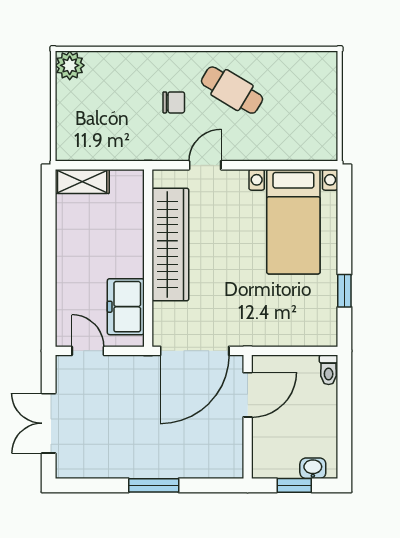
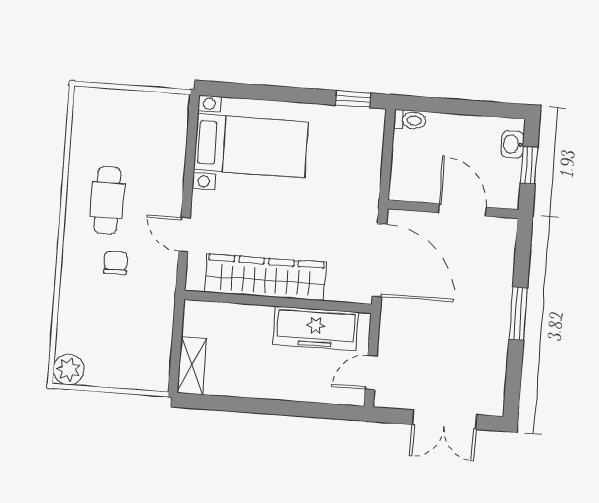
cafe table: (232, 90) -> (107, 200), turned -31
window: (344, 291) -> (353, 99), moved
freezer: (126, 307) -> (316, 328), width x1.40
door: (248, 395) -> (462, 210), moved

